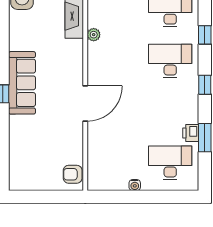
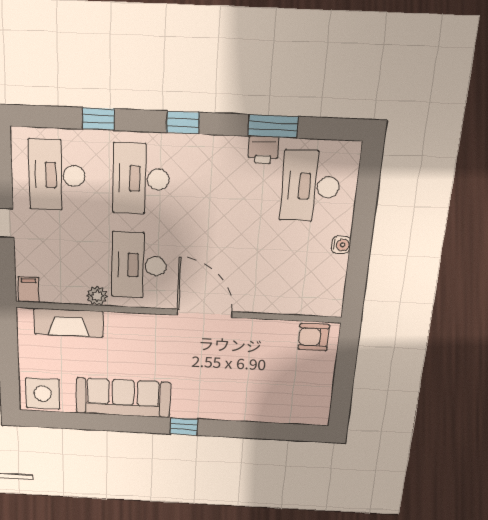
desk: (115, 61) -> (139, 265), added
sofa: (22, 83) -> (123, 398), moved
armchair: (73, 174) -> (314, 337), turned 90

